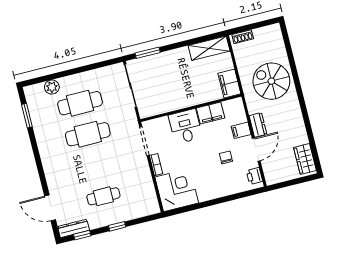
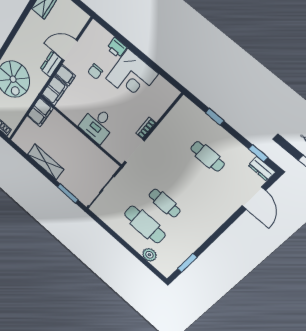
shelving: (209, 48) -> (46, 162), moved
filing cabinet: (211, 113) -> (54, 91), moved, turned 90
cafe table: (88, 134) -> (165, 203), width x0.73, depth x0.74
printer: (255, 176) -> (117, 48), moved, turned 90
corner desk: (177, 190) -> (132, 76), moved, turned -90
window: (117, 226) -> (215, 117), moved
dresser: (74, 228) -> (262, 169), width x0.70

